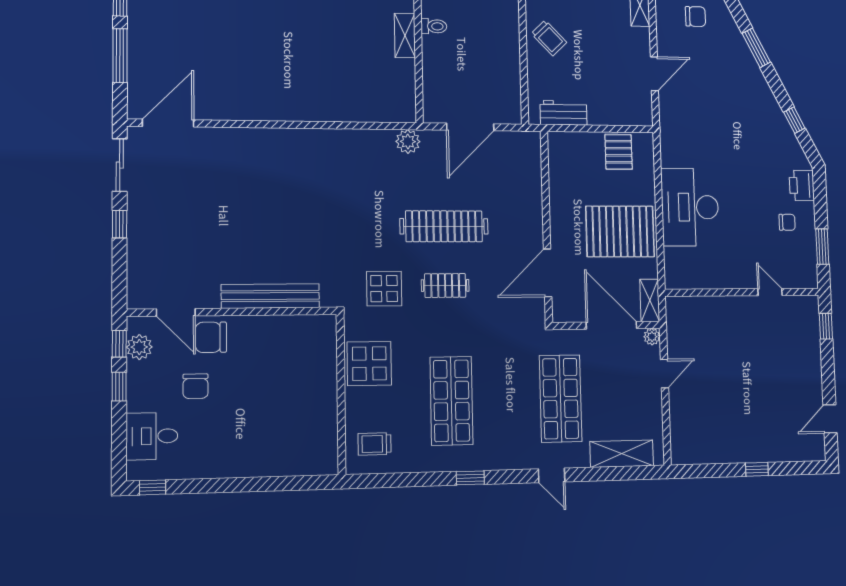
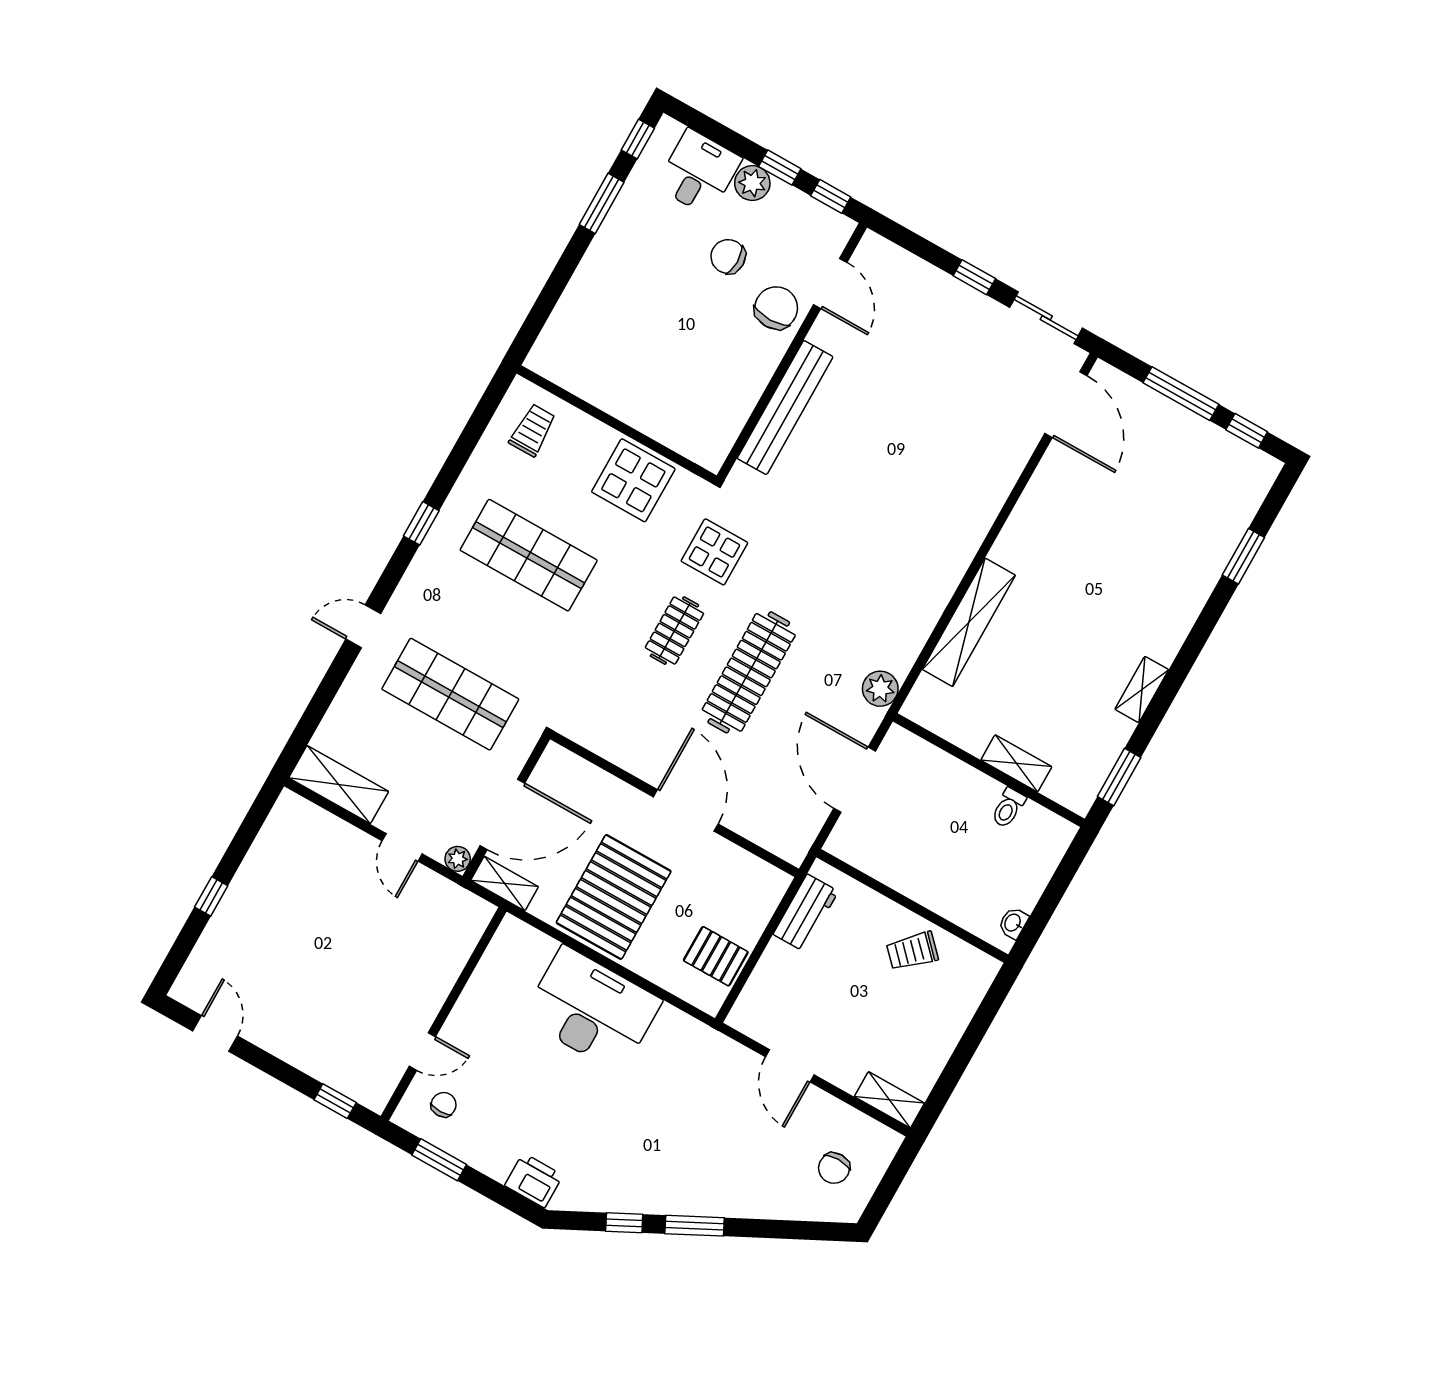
window: (756, 48) -> (695, 1226), moved
shelving: (337, 110) -> (969, 622), added
chair: (787, 222) -> (444, 1105), moved, turned 180
door: (548, 273) -> (686, 810), moved
door: (176, 312) -> (830, 283), swing flipped
plant: (139, 347) -> (752, 183), moved
shelving: (622, 454) -> (339, 785), moved, turned 90
window: (207, 486) -> (602, 203), added

